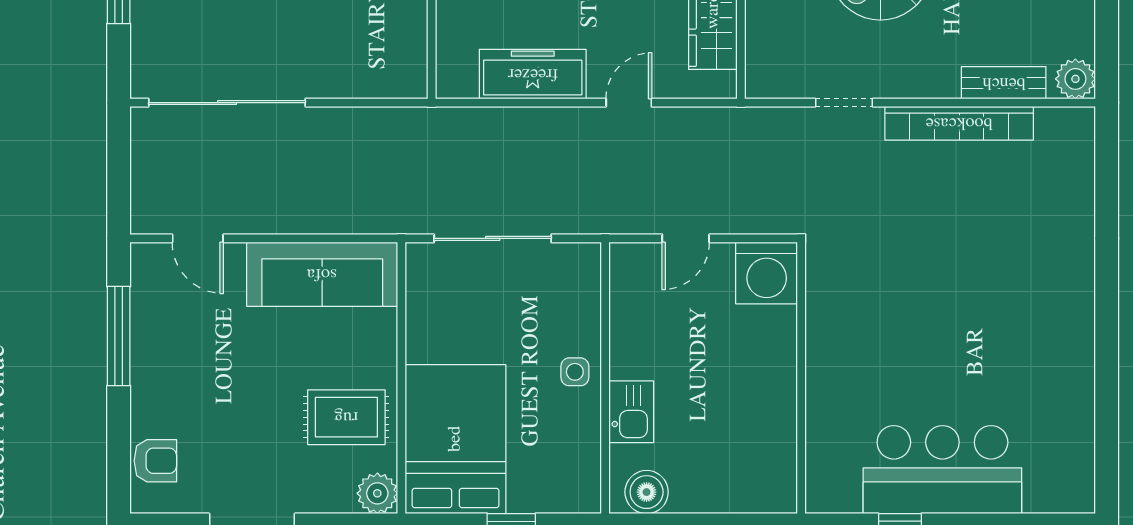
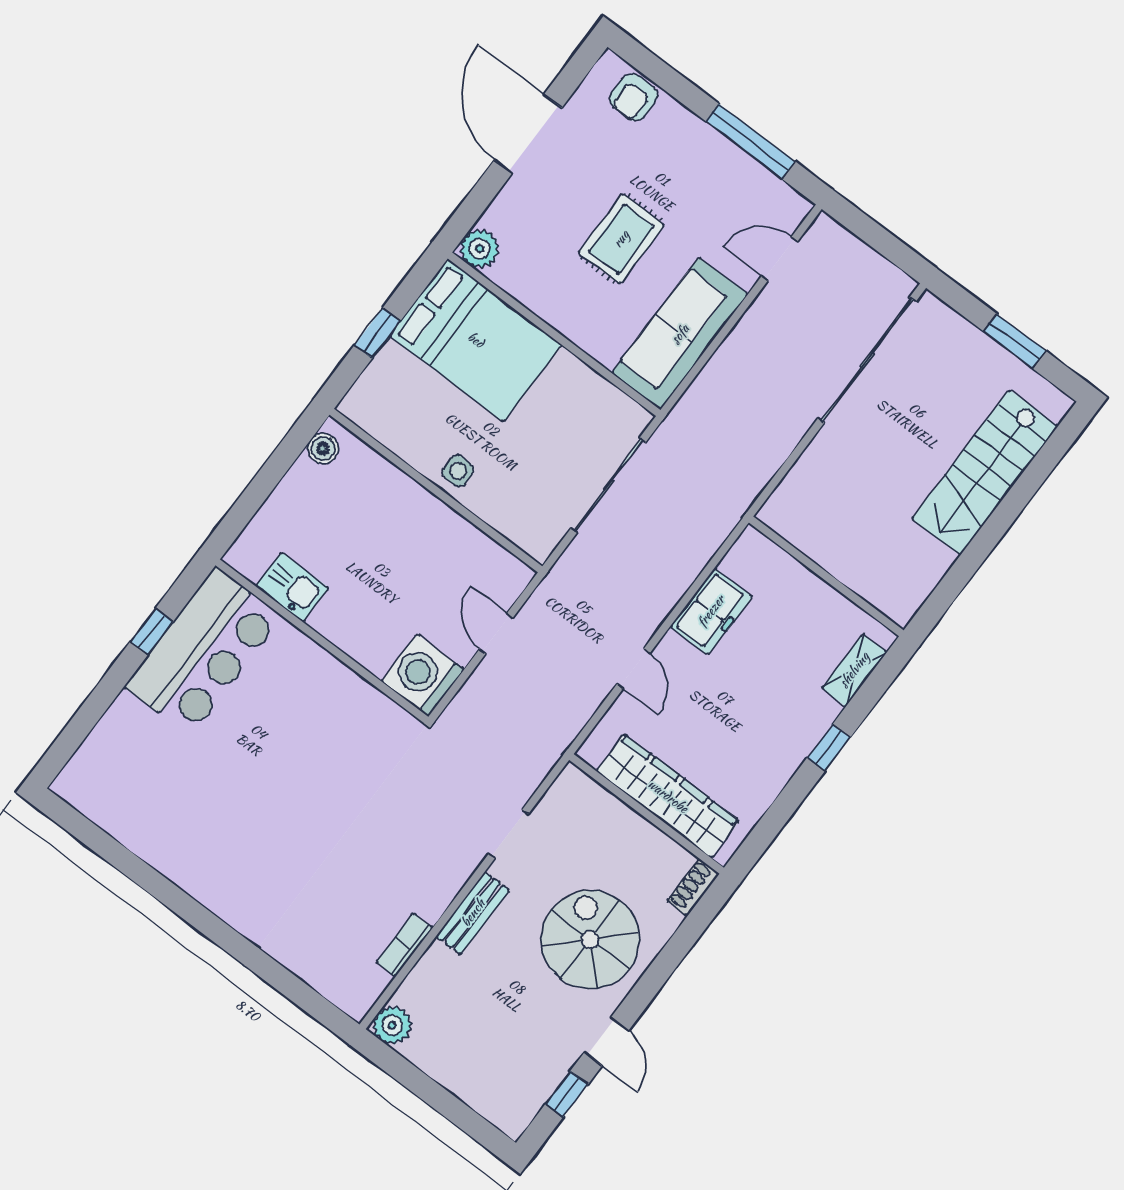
freezer: (533, 74) -> (711, 611), width x0.71
bench: (1004, 83) -> (473, 913), moved
bookcase: (959, 123) -> (404, 945), width x0.43, depth x0.76
kitchen sink: (631, 412) -> (292, 587), moved, turned 180
rug: (346, 417) -> (621, 239), moved
bar counter: (942, 470) -> (203, 652), moved
boiler: (647, 492) -> (323, 448), width x0.73, depth x0.73

